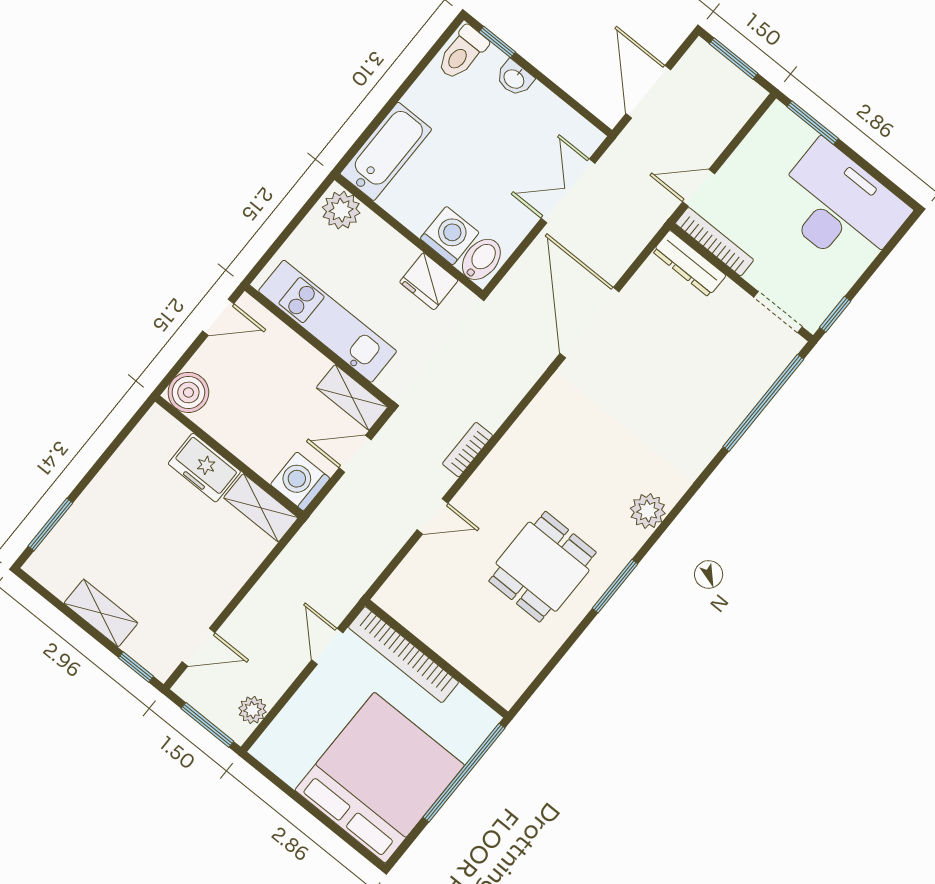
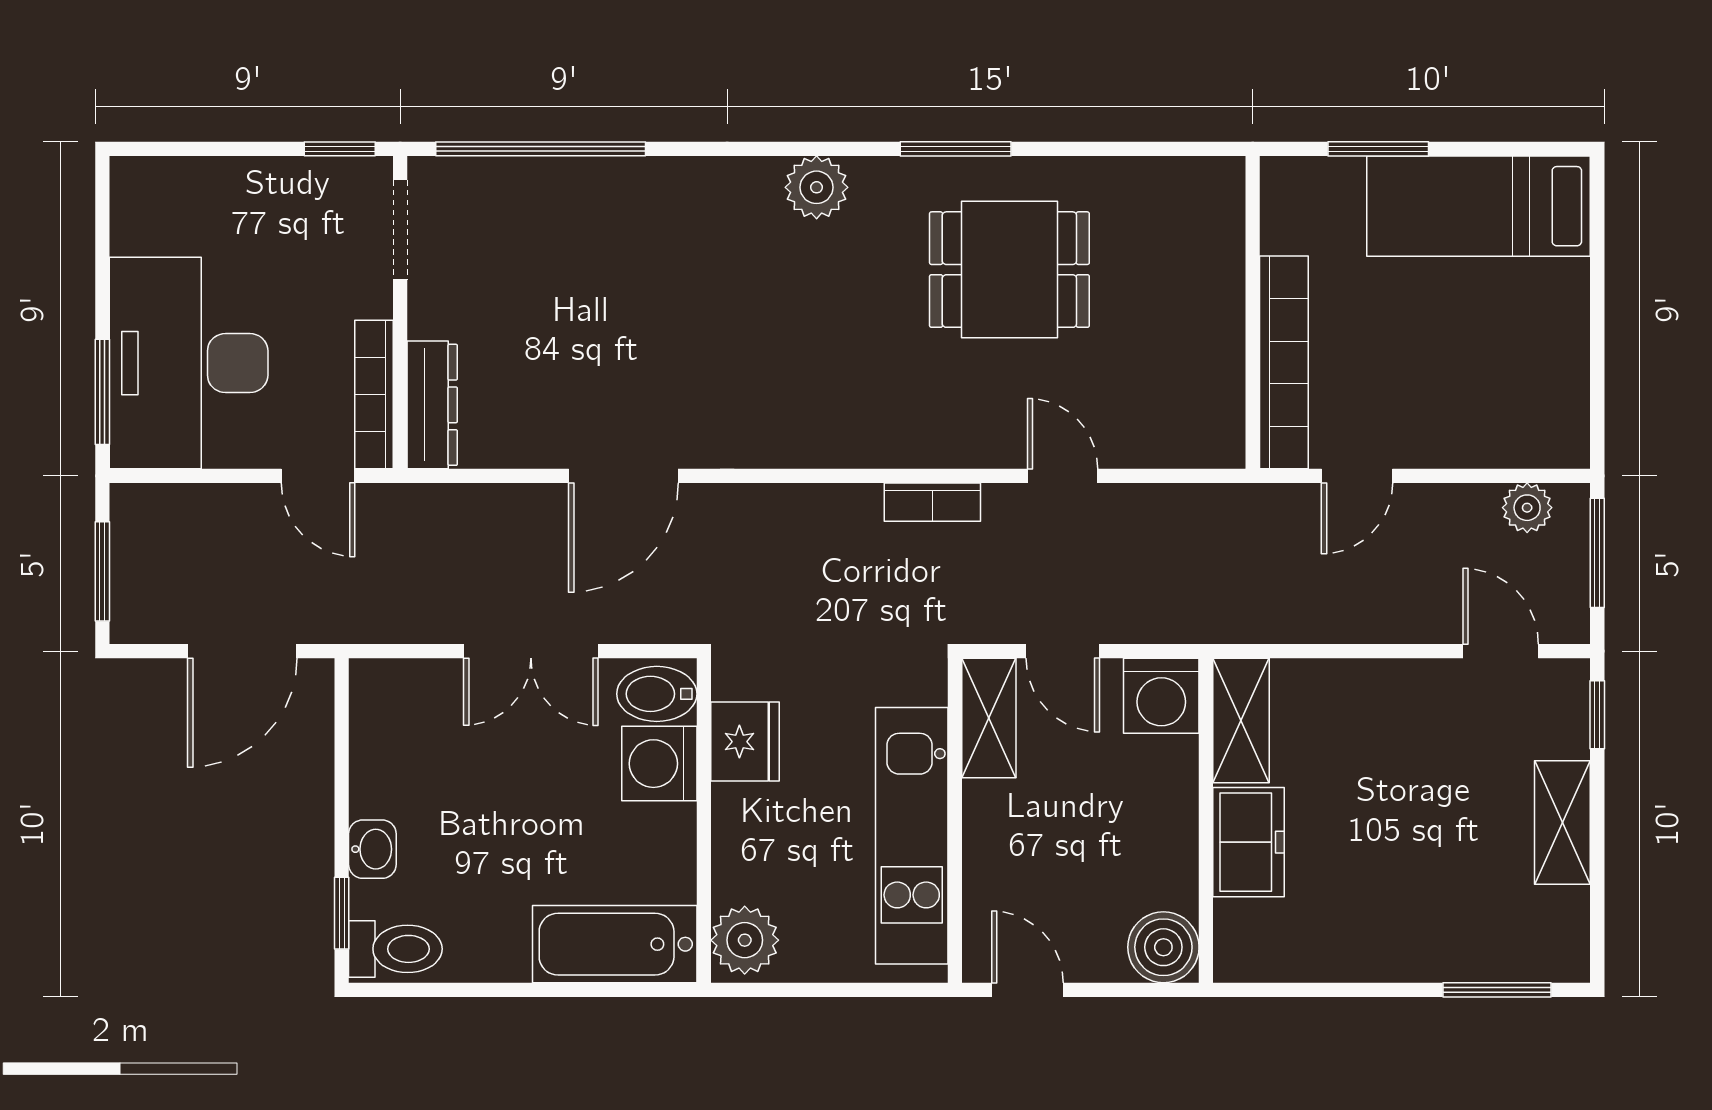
double door: (568, 191) -> (531, 651), moved
desk: (839, 207) -> (189, 363), moved
door: (589, 323) -> (623, 476), width x0.73
window: (464, 773) -> (1378, 149), width x0.47
bed: (380, 778) -> (1479, 206), width x0.49

